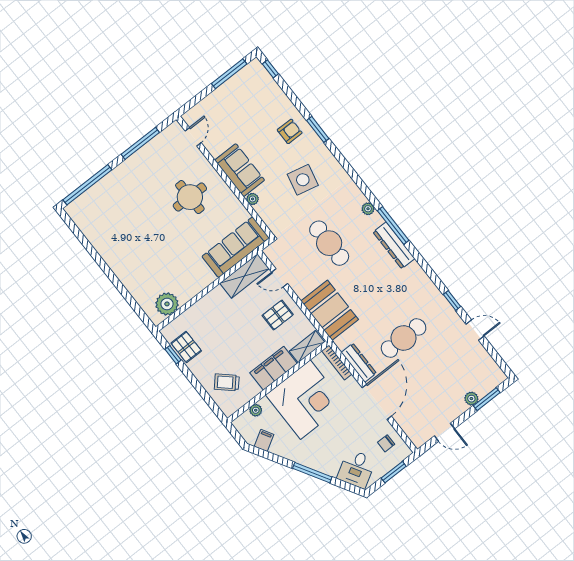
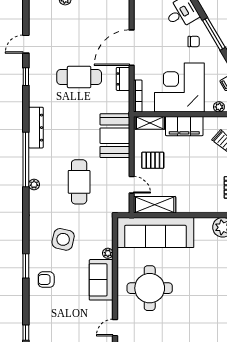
round table: (190, 197) -> (150, 288), width x1.36, depth x1.36
window: (393, 226) -> (26, 160), width x1.46
dresser: (394, 245) -> (36, 128), moved
sofa: (236, 247) -> (155, 233), width x1.36, depth x1.27
door: (475, 330) -> (26, 44), hinge flipped
dresser: (359, 363) -> (123, 79), width x0.70
chair: (386, 443) -> (194, 42), moved

